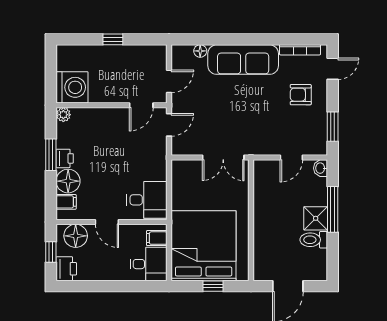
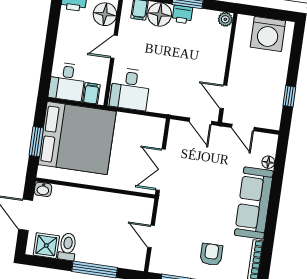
window: (113, 39) -> (289, 96), moved
washing machine: (72, 87) -> (268, 34), moved
washbasin: (321, 168) -> (43, 189), moved, turned 180
shower: (316, 218) -> (46, 246), moved
window: (213, 286) -> (36, 142), width x1.50

